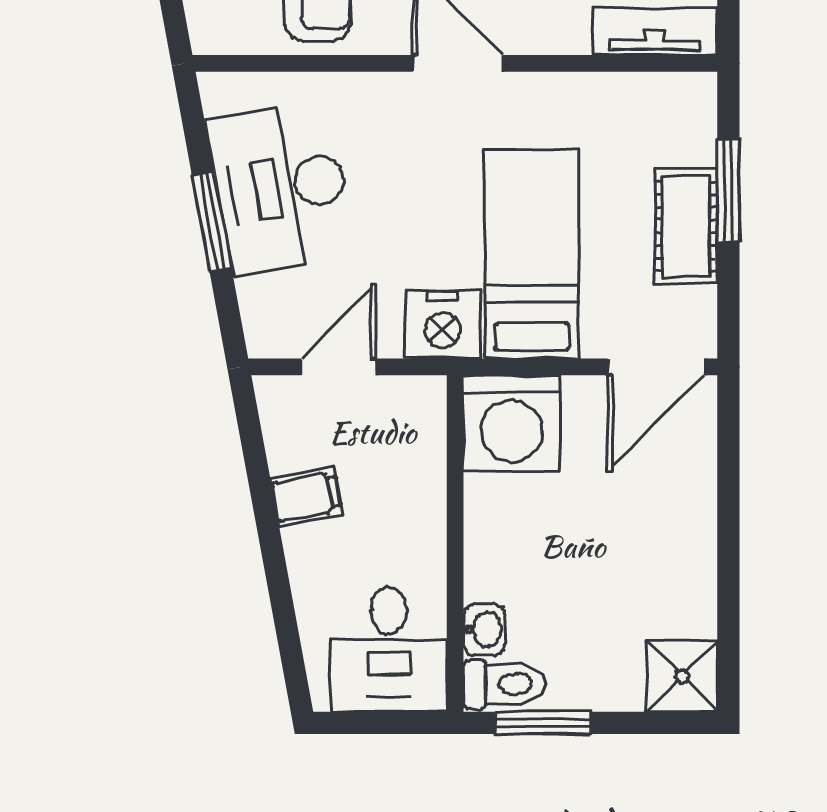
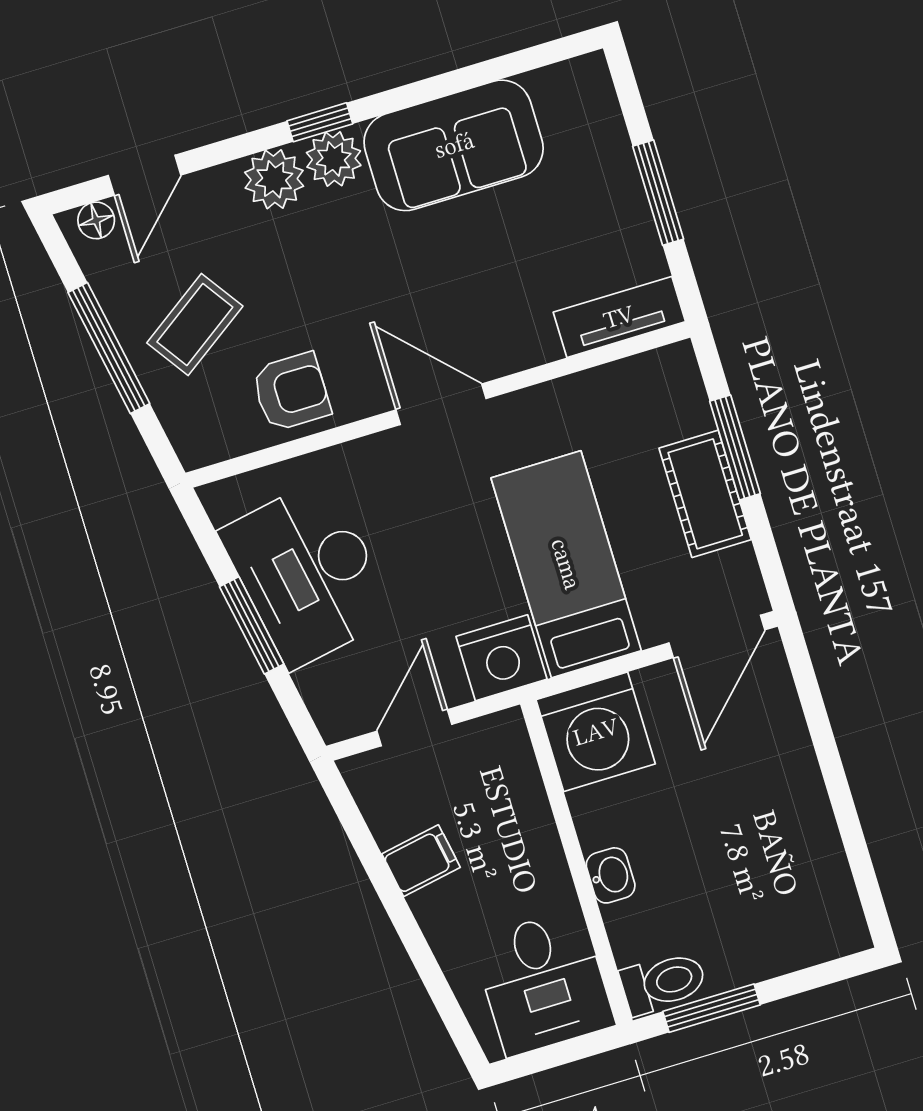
washbasin: (484, 629) -> (611, 875), moved
shower: (682, 676) -> (831, 924), removed

